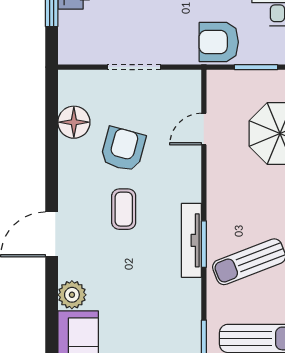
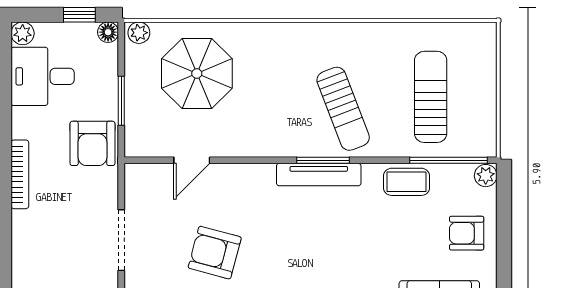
door: (204, 129) -> (192, 160), hinge flipped
coffee table: (124, 209) -> (406, 182), moved

